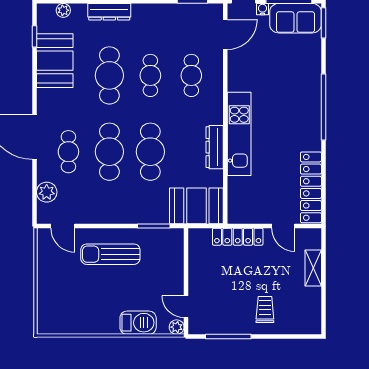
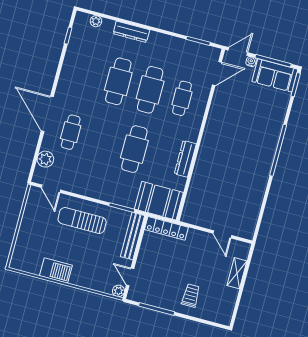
booth: (55, 61) -> (79, 59), removed
cafe table: (150, 75) -> (150, 90), width x1.37, depth x1.35
kitchen unit: (239, 134) -> (207, 154), removed
cafe table: (109, 152) -> (103, 141), removed
locker: (311, 187) -> (252, 210), removed
locker: (238, 237) -> (166, 228), moved
bench: (176, 257) -> (133, 236), added
barbecue: (138, 323) -> (56, 271), moved

